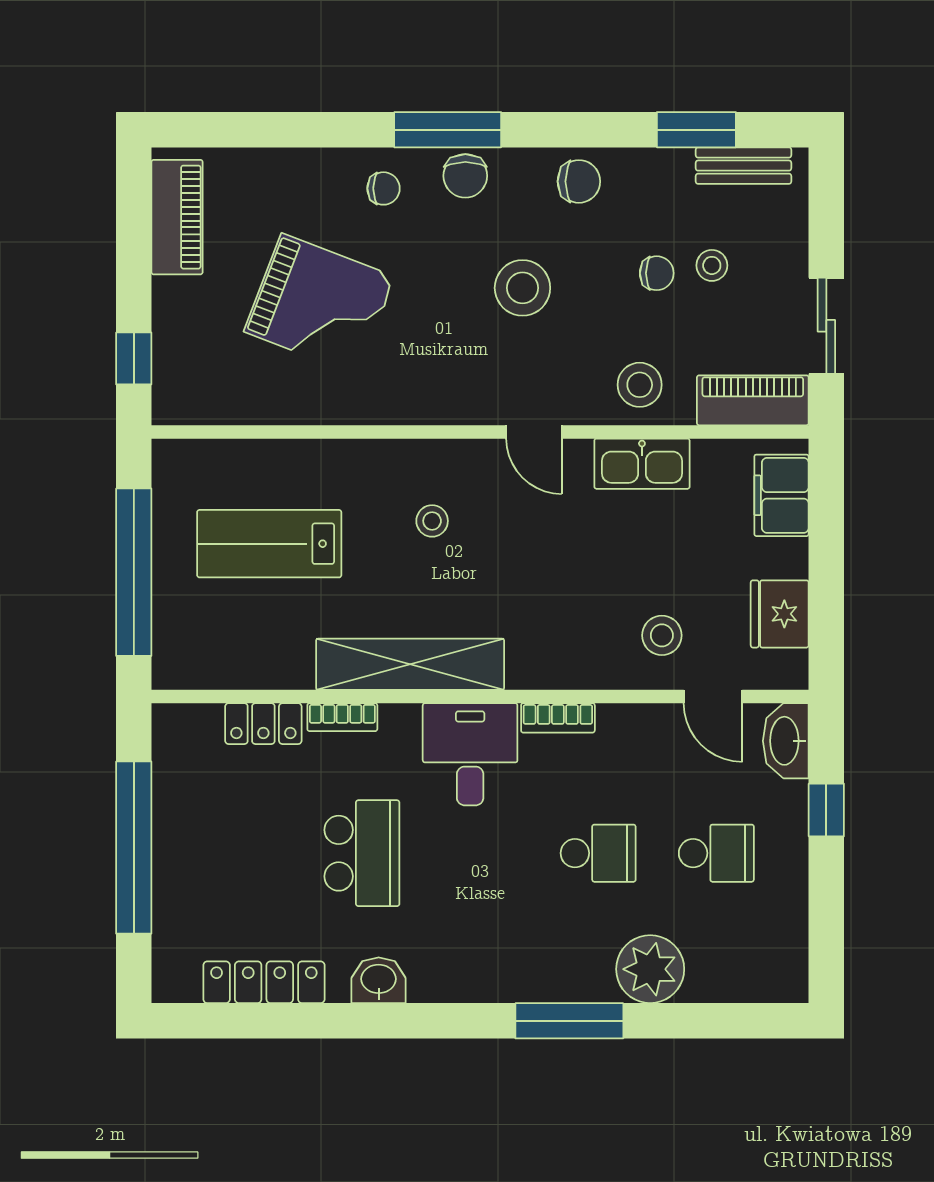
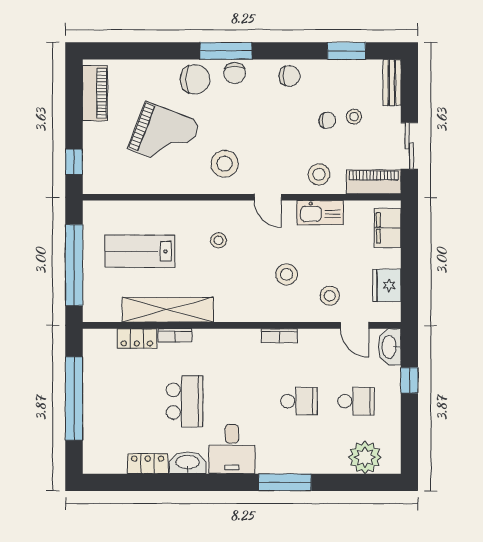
bench: (743, 166) -> (392, 83), moved, turned 90
chair: (383, 188) -> (195, 79), width x1.87, depth x1.87
stool: (522, 288) -> (225, 164), moved
stool: (573, 591) -> (287, 274), added
shelving: (410, 664) -> (168, 310), moved
desk: (470, 754) -> (232, 449), moved, turned 180
plant: (650, 969) -> (365, 457), moved
washbasin: (379, 980) -> (188, 463), width x1.38
locker: (264, 982) -> (148, 464), width x0.66

